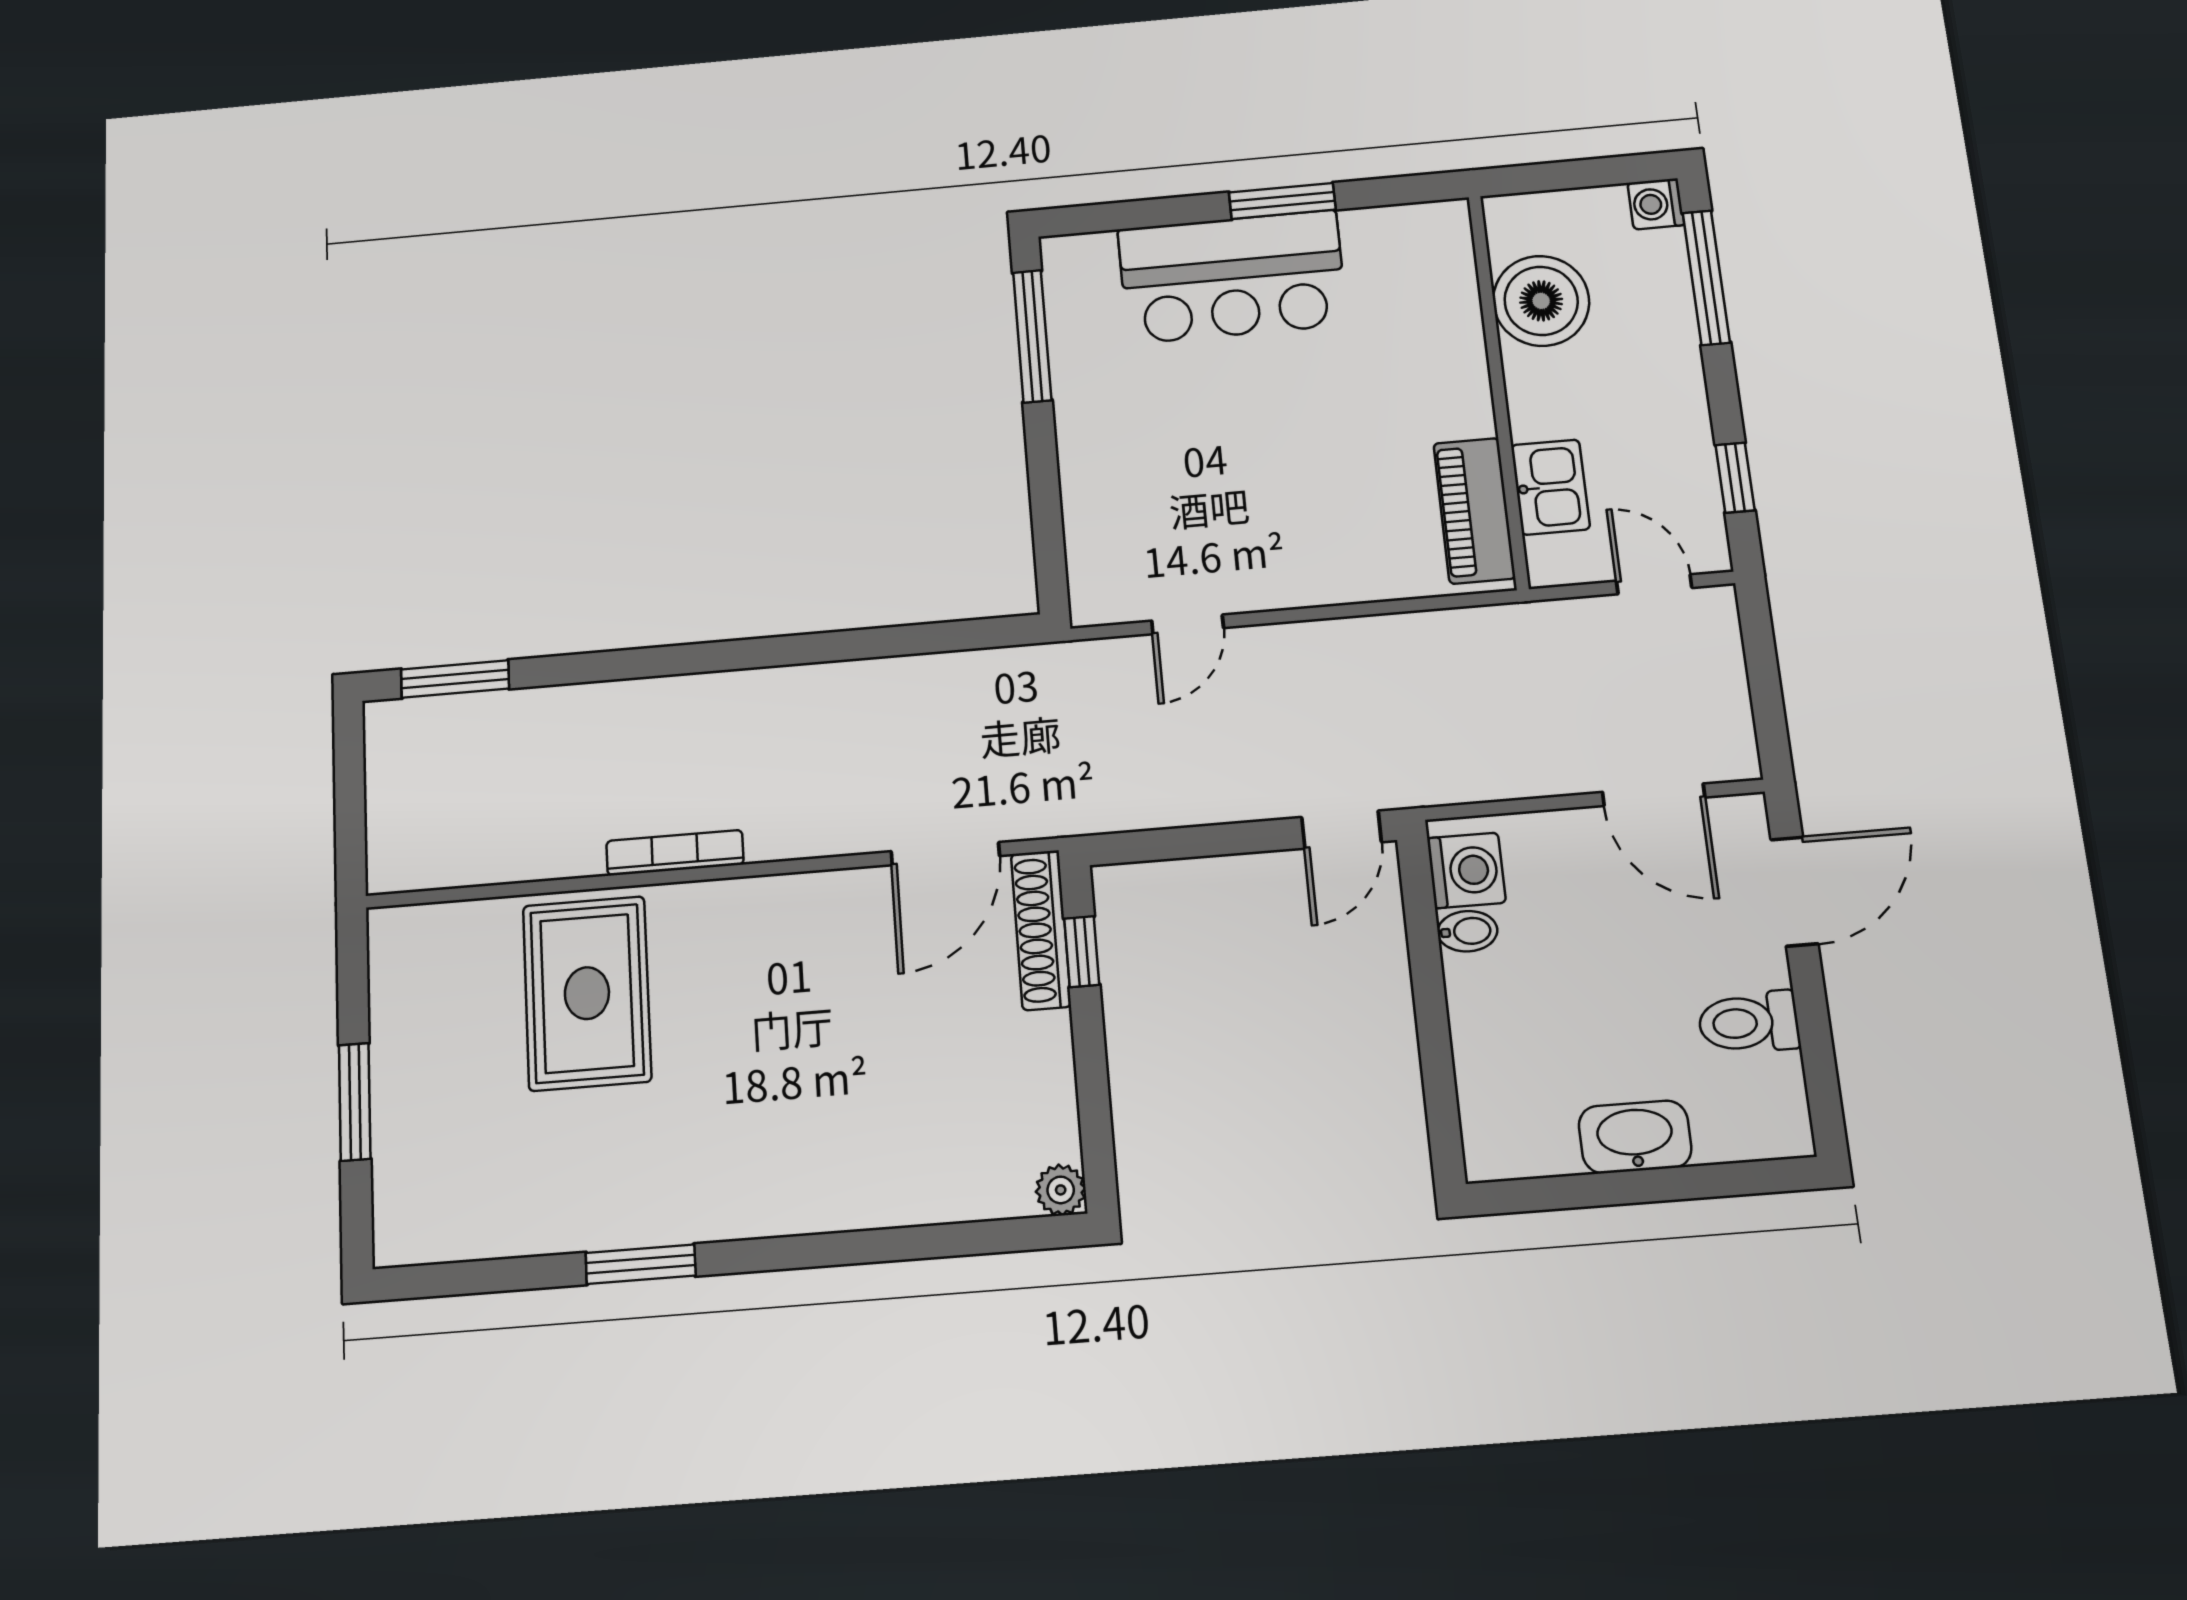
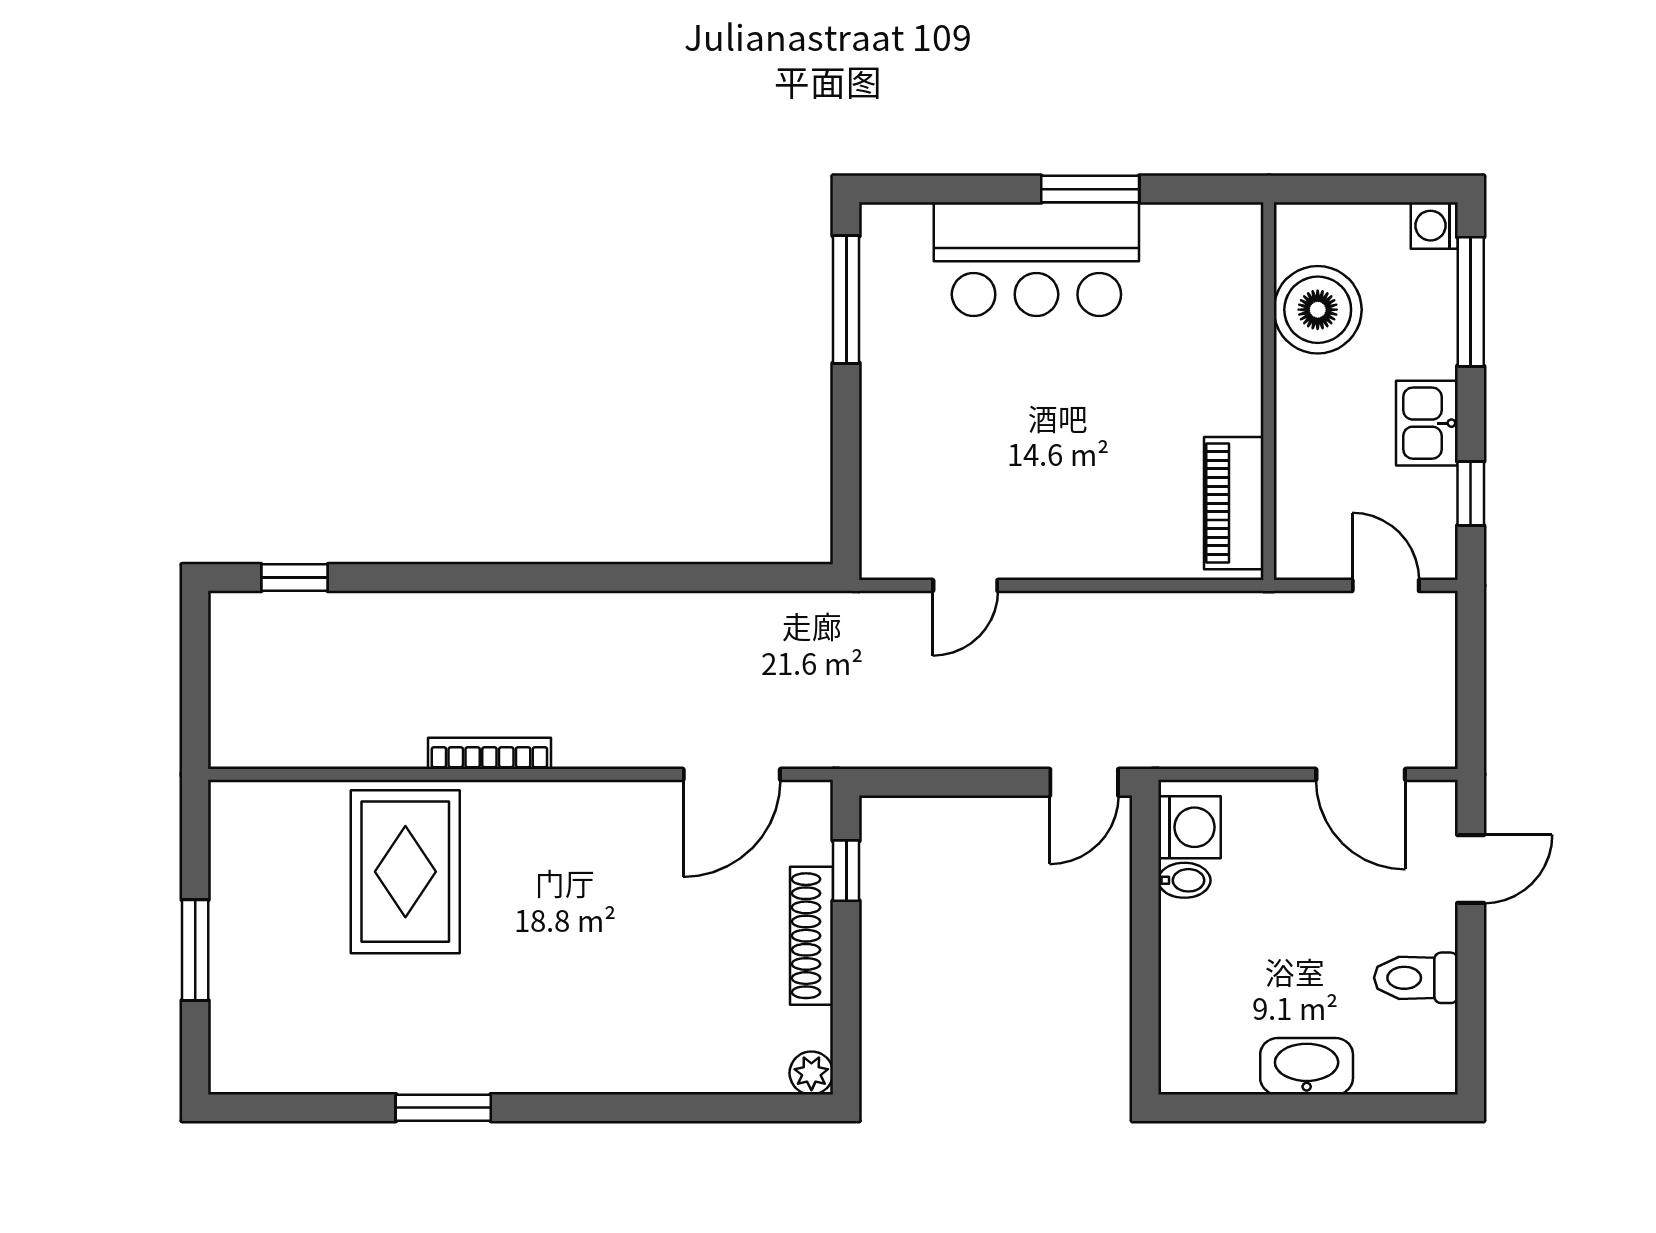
kitchen sink: (1550, 487) -> (1427, 423), moved, turned 180
window: (455, 679) -> (295, 578), width x0.67
door: (1794, 892) -> (1471, 869), width x0.73
shoe rack: (1041, 930) -> (812, 936), moved

